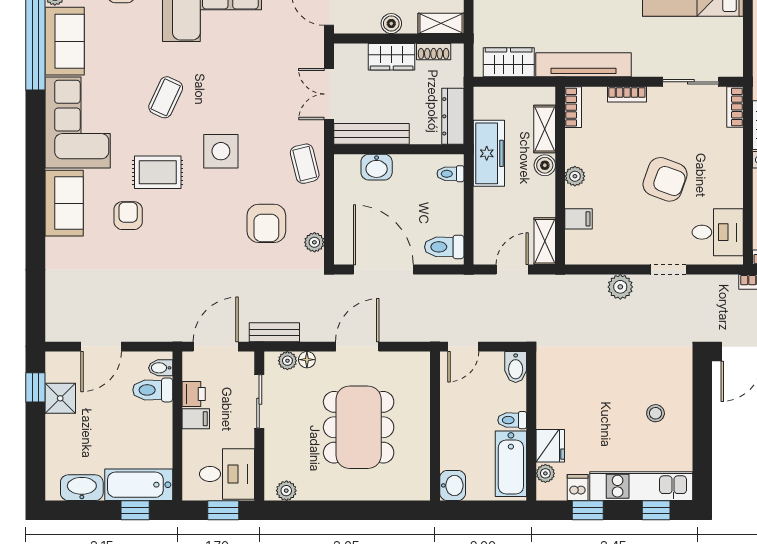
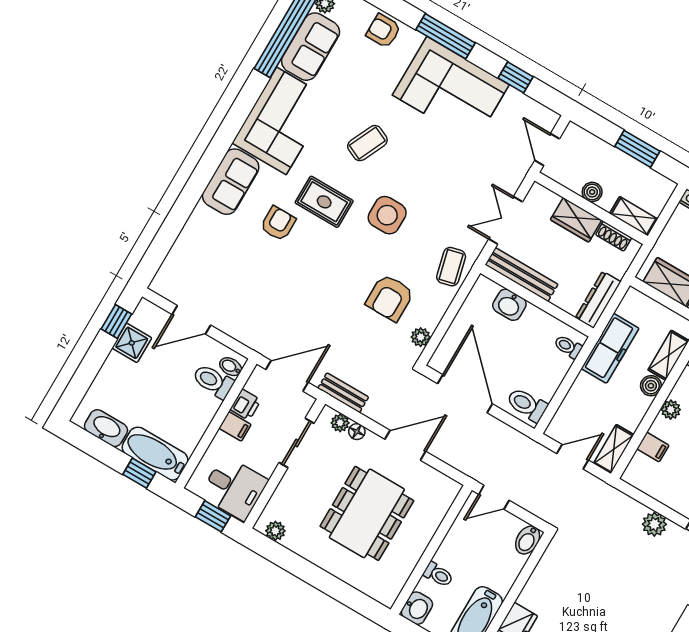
toilet: (512, 420) -> (438, 575), moved, turned 180

